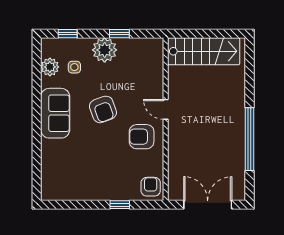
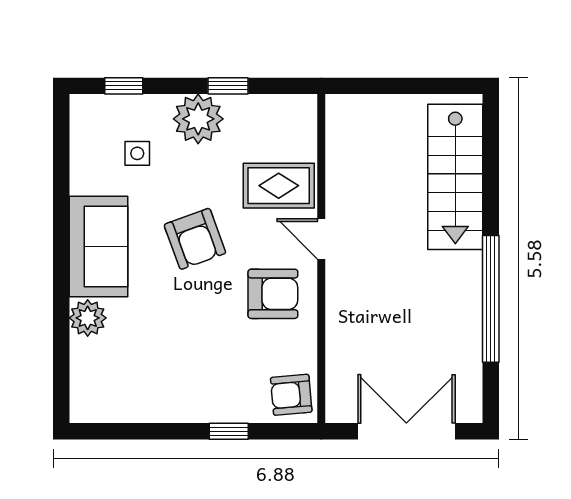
stairs: (204, 51) -> (455, 177), moved, turned 90
plant: (50, 67) -> (88, 318), moved
rug: (144, 83) -> (279, 186), added
armchair: (142, 137) -> (273, 294), turned 180
armchair: (151, 187) -> (291, 395), turned -95

